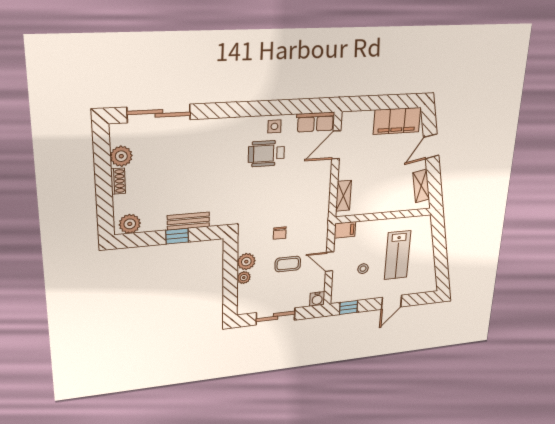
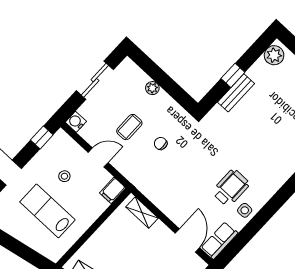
plant: (246, 262) -> (163, 101), removed

